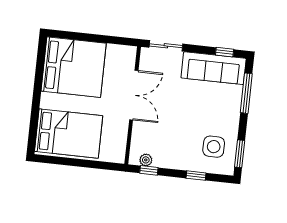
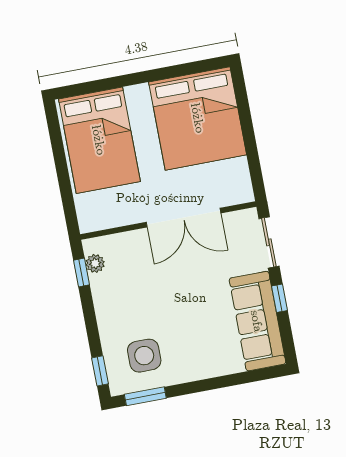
window: (225, 52) -> (280, 298), moved
window: (246, 93) -> (236, 379), removed
window: (196, 176) -> (100, 371), moved

